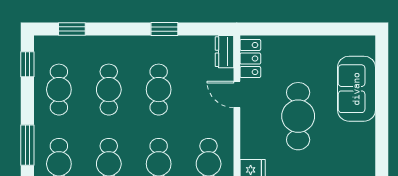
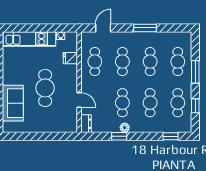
plant: (155, 44) -> (125, 128), added
locker: (250, 59) -> (72, 120), removed
window: (27, 64) -> (195, 106), moved

